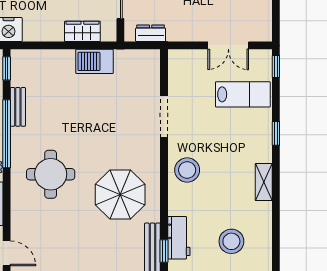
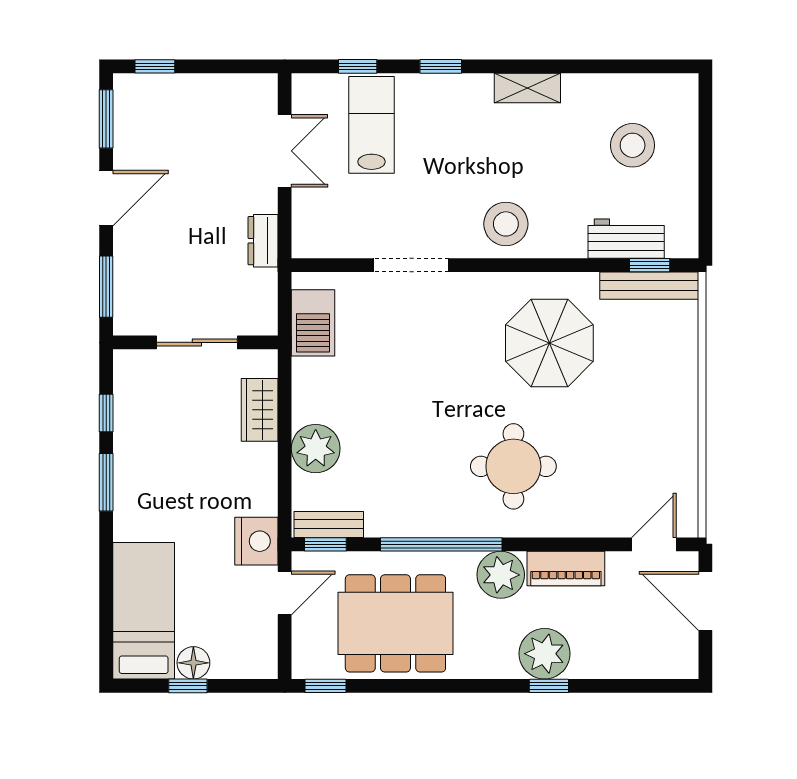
dresser: (151, 33) -> (263, 241), moved
barbecue: (95, 61) -> (313, 323), moved
plant: (61, 63) -> (316, 449), added
window: (276, 66) -> (358, 66), moved
bench: (18, 107) -> (329, 524), moved

